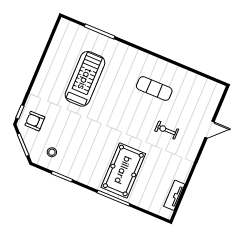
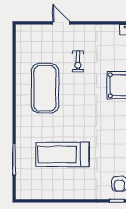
exercise mat: (154, 89) -> (45, 88), width x2.00, depth x1.45

